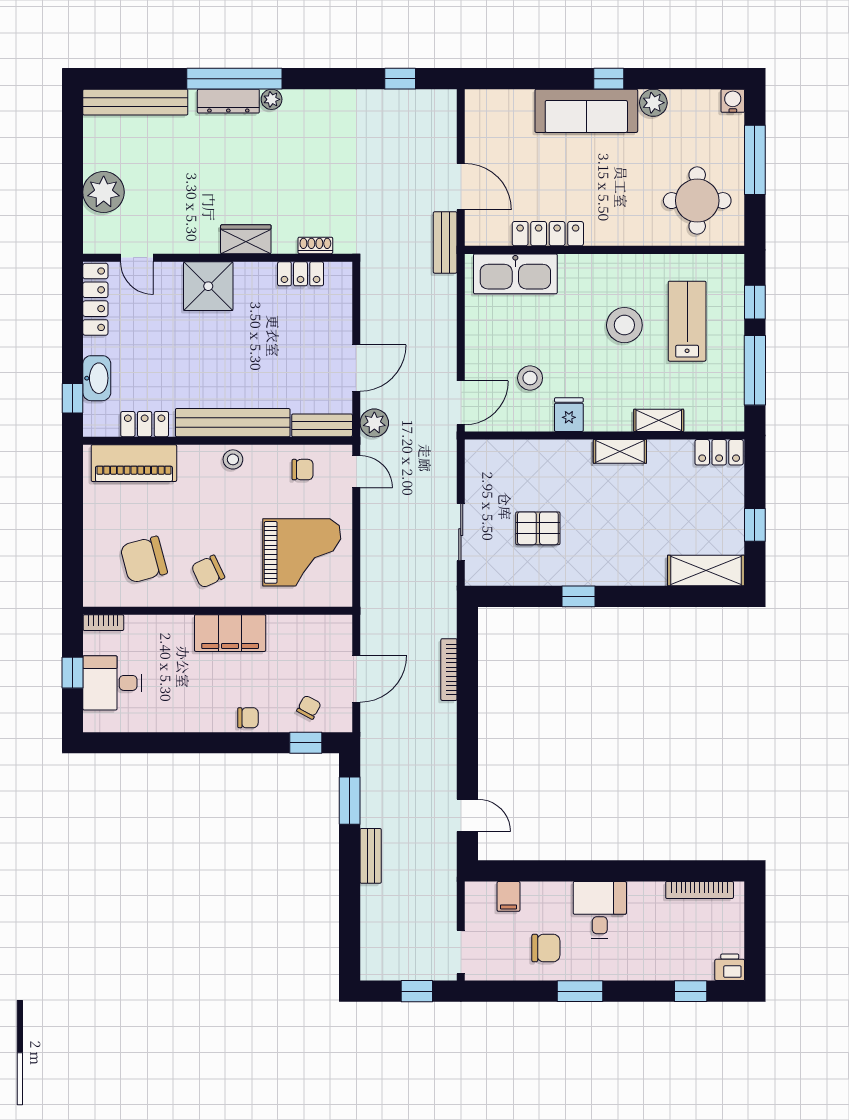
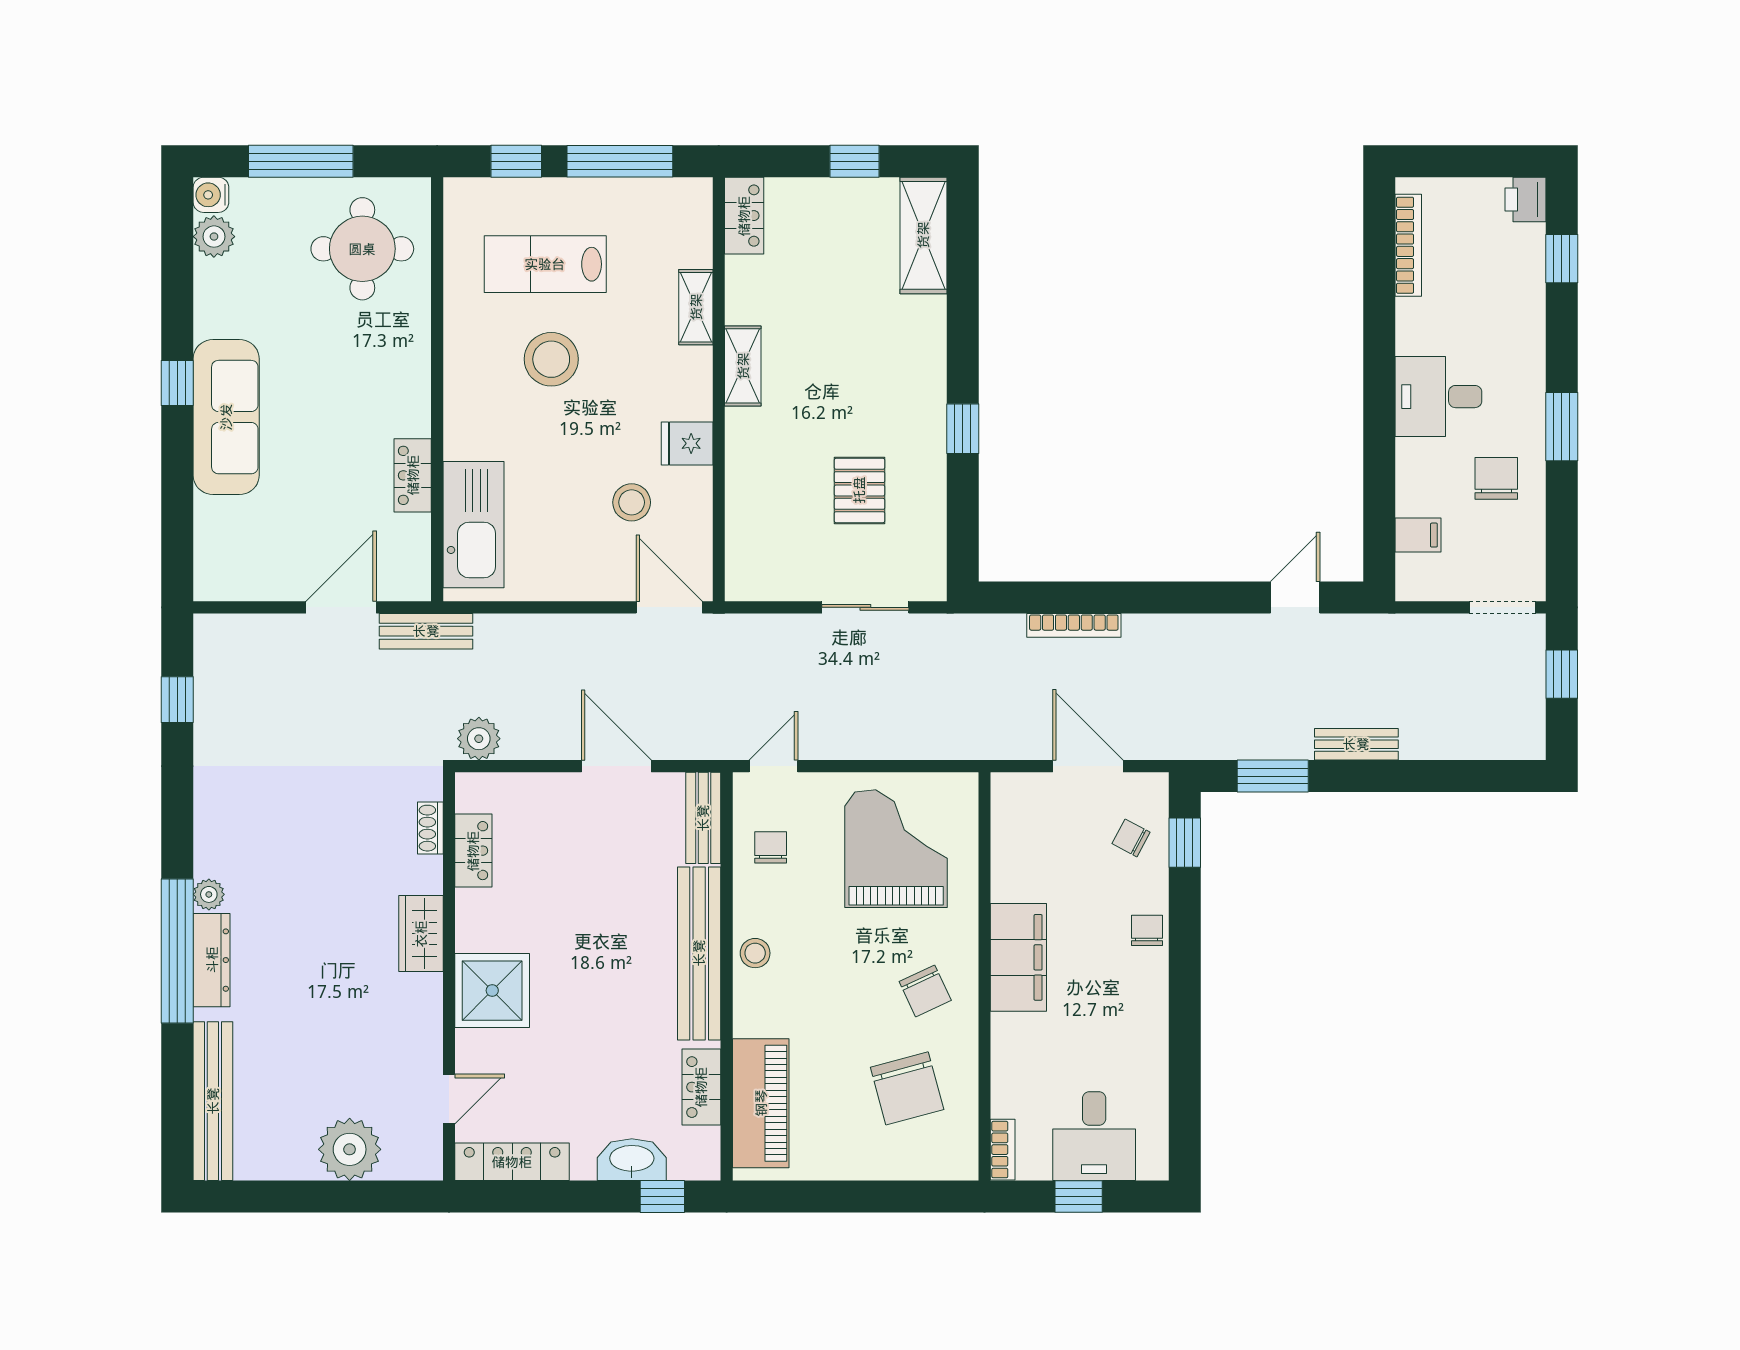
plant: (653, 103) -> (214, 237), moved
locker: (548, 234) -> (413, 475), width x0.66
plant: (374, 423) -> (479, 739), moved

